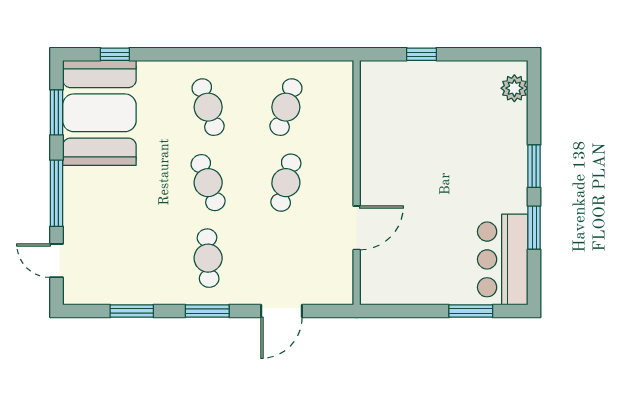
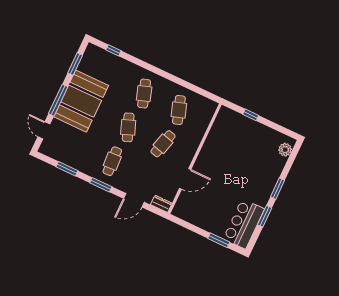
cafe table: (286, 107) -> (179, 110), turned -36
booth: (99, 113) -> (81, 101), moved
dresser: (334, 294) -> (161, 204), added

